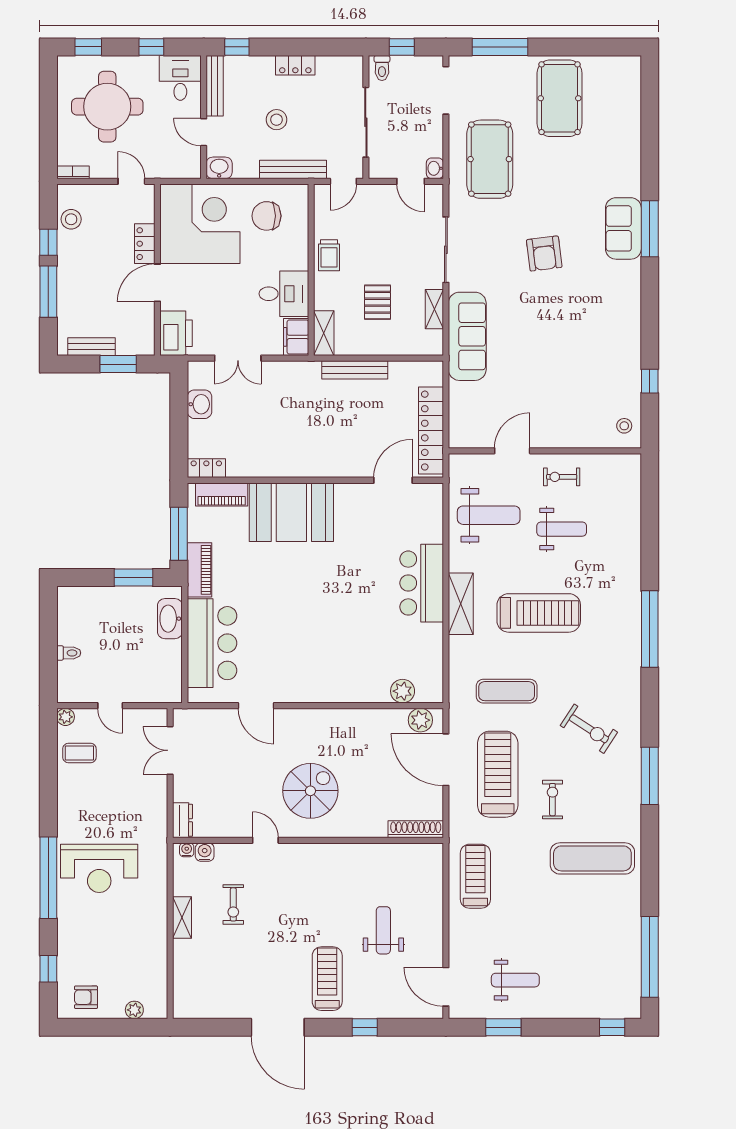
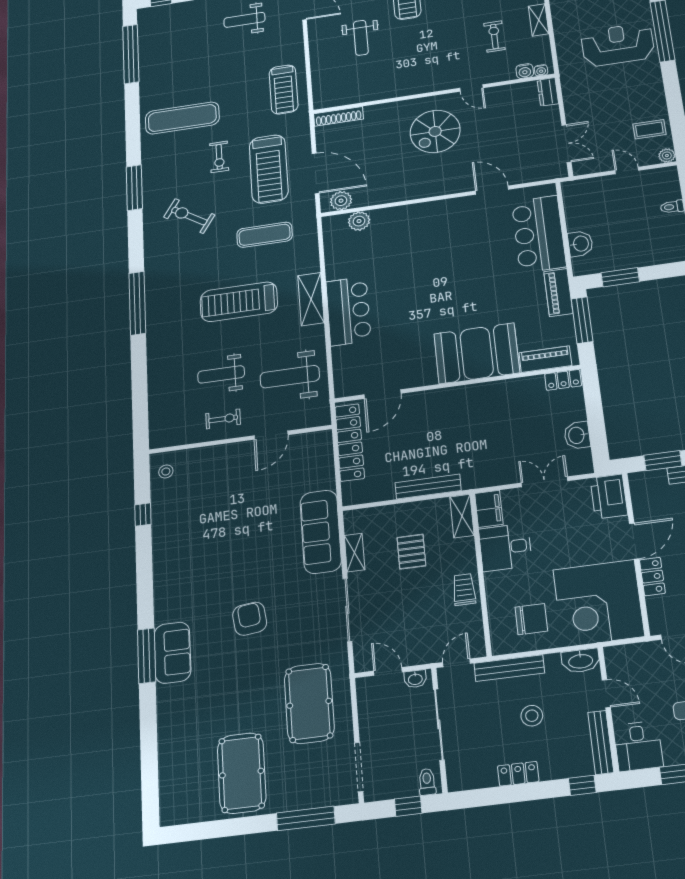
washbasin: (219, 168) -> (581, 661), width x1.38
washbasin: (435, 168) -> (415, 679), moved, turned 90
washbasin: (170, 619) -> (580, 244), width x0.72

